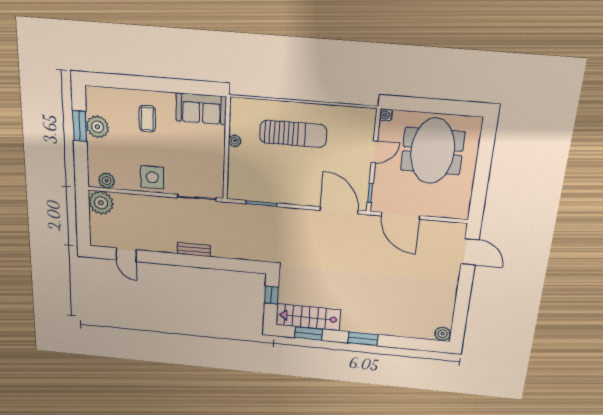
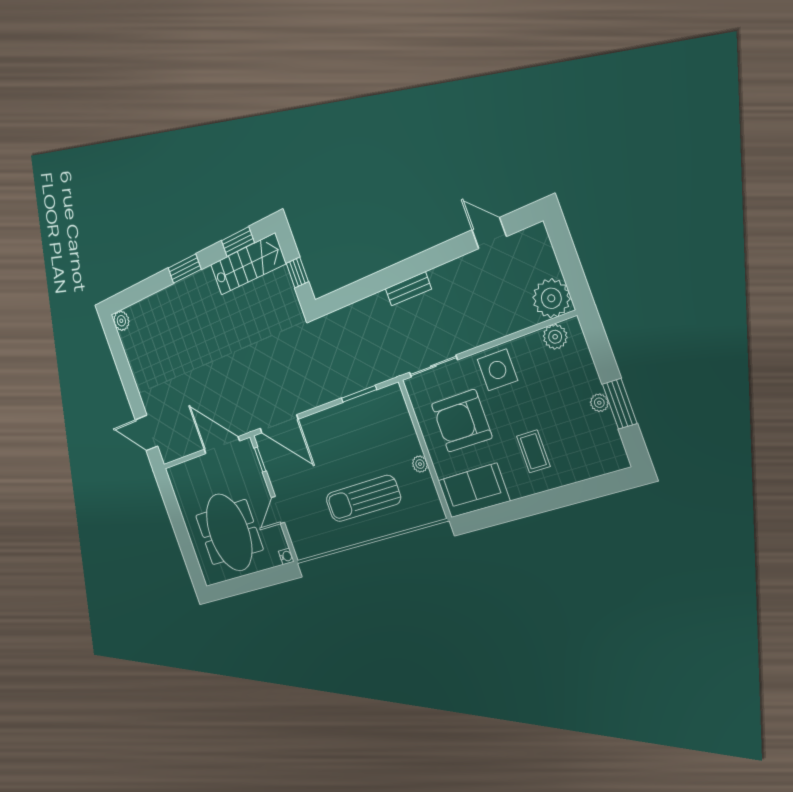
plant: (97, 127) -> (599, 403), width x0.53, depth x0.53
armchair: (191, 157) -> (462, 421), added

